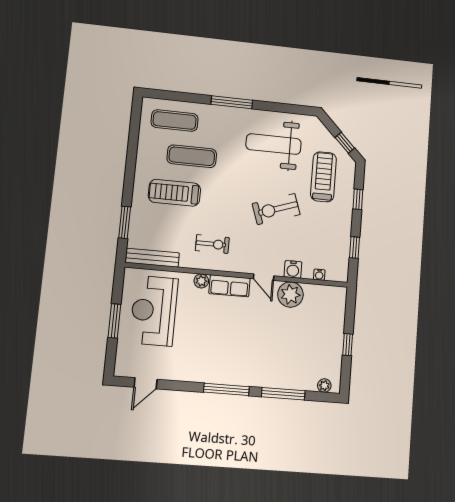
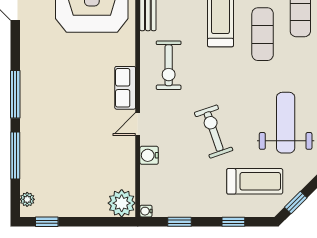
exercise bike: (212, 244) -> (169, 65), width x1.38, depth x1.39
water cooler: (319, 275) -> (146, 211), moved
plant: (201, 281) -> (128, 57), removed
plant: (290, 295) -> (122, 203), moved
window: (348, 345) -> (47, 222), moved

